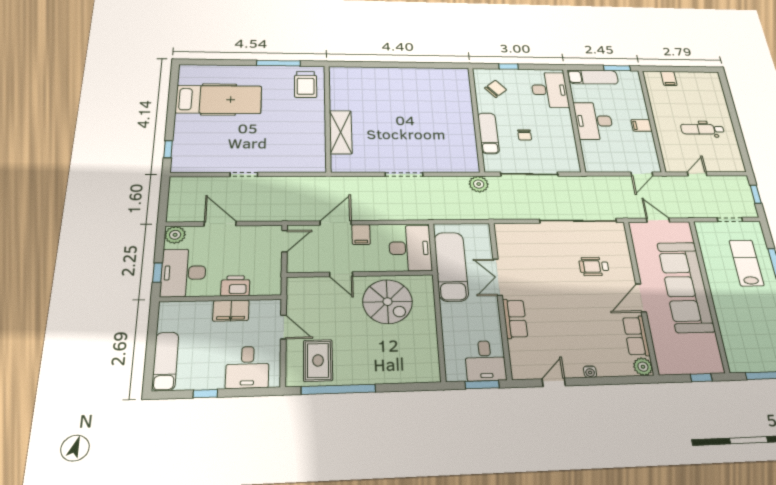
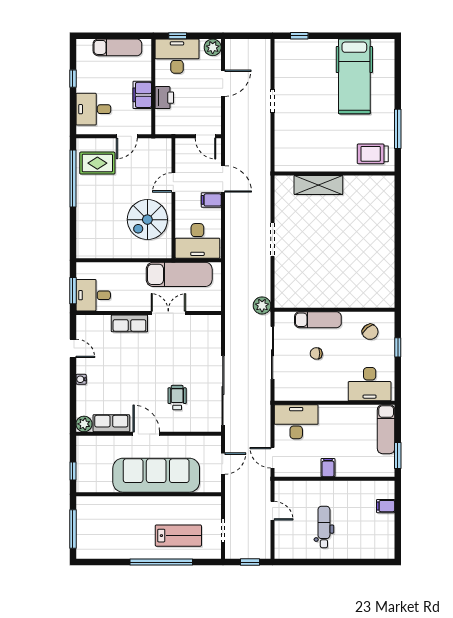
desk: (594, 121) -> (296, 422), moved
exam couch: (165, 361) -> (117, 47), moved

